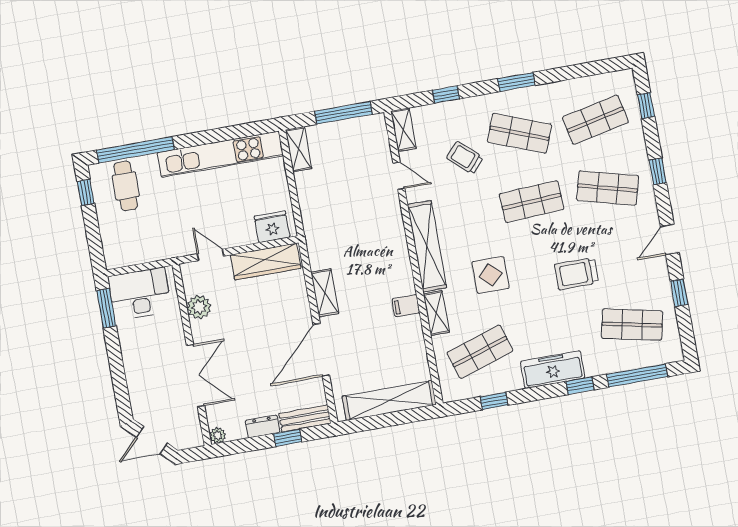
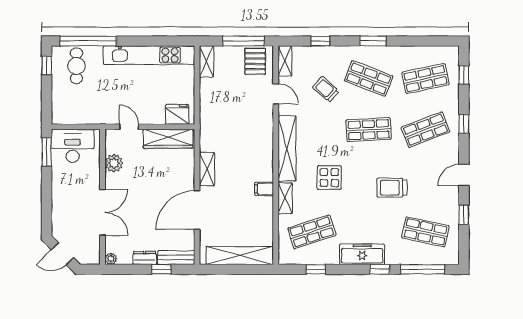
pallet: (364, 137) -> (255, 61), added
shop shelf: (608, 188) -> (425, 130), turned -36

